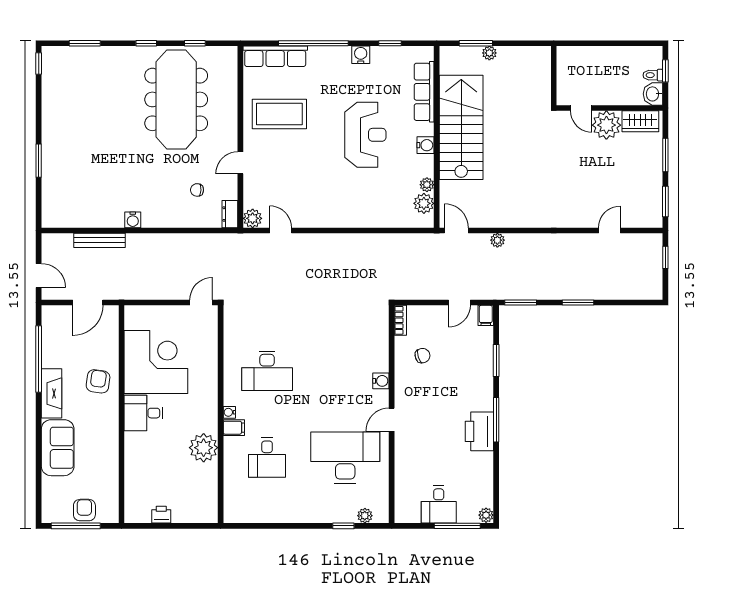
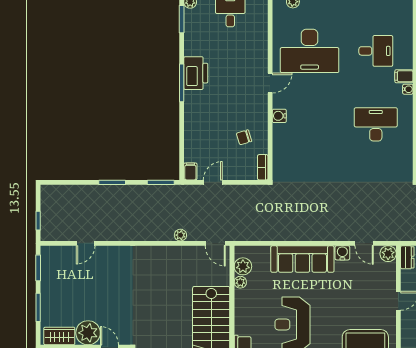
water cooler: (425, 145) -> (342, 253), moved, turned 90
sofa: (354, 212) -> (302, 259), added
window: (496, 361) -> (182, 19), moved
desk: (267, 458) -> (376, 51), turned 90

